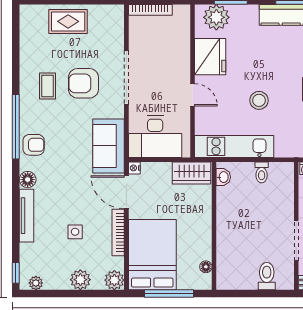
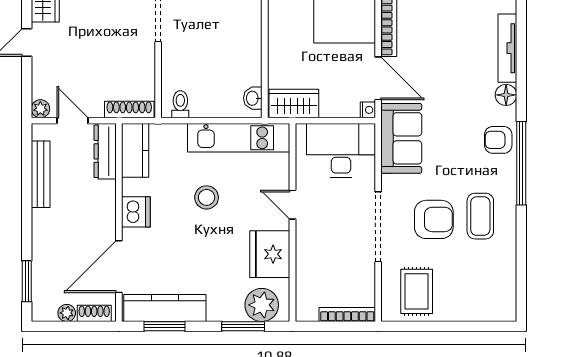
rug: (68, 21) -> (417, 291), moved, turned 90
coffee table: (47, 86) -> (480, 216), width x1.36, depth x1.30
toilet: (262, 172) -> (180, 104), moved
side table: (75, 232) -> (445, 27), removed

